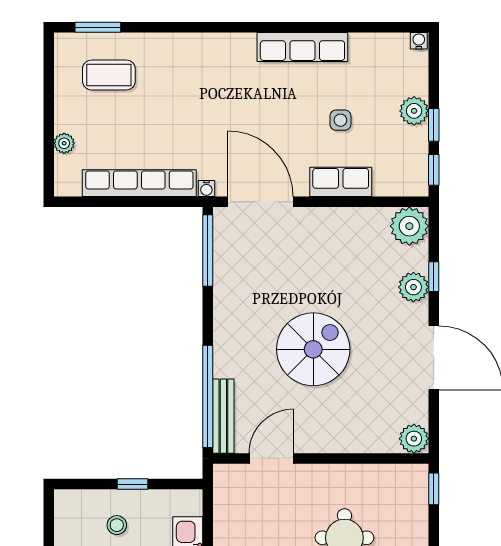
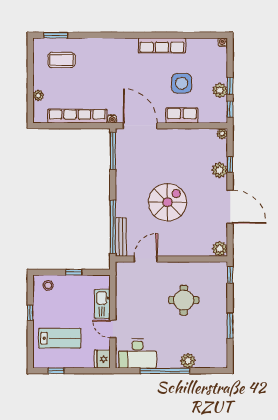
plant: (414, 111) -> (220, 90), moved
side table: (340, 120) -> (182, 83), width x1.87, depth x1.87
plant: (409, 226) -> (222, 134), width x0.53, depth x0.53
stool: (117, 525) -> (48, 285), moved

